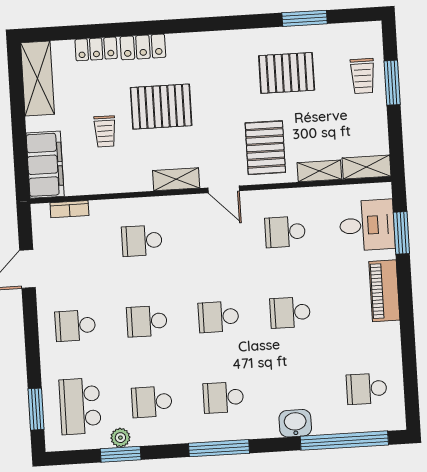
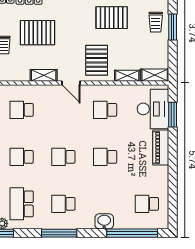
desk: (367, 225) -> (153, 109), width x1.37
school desk: (152, 402) -> (22, 204), width x1.85

